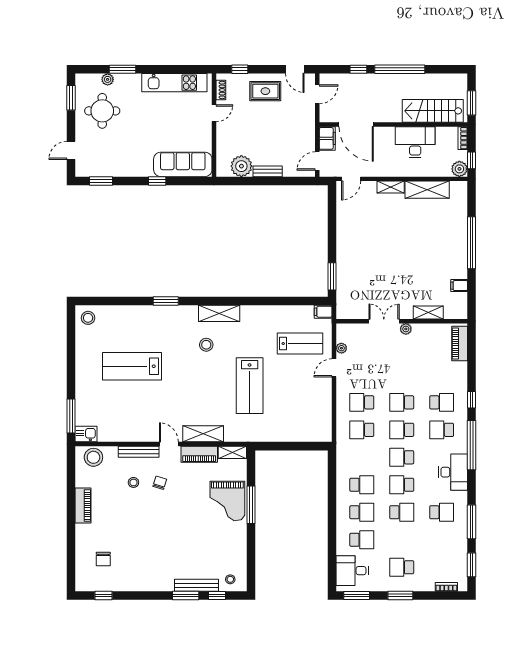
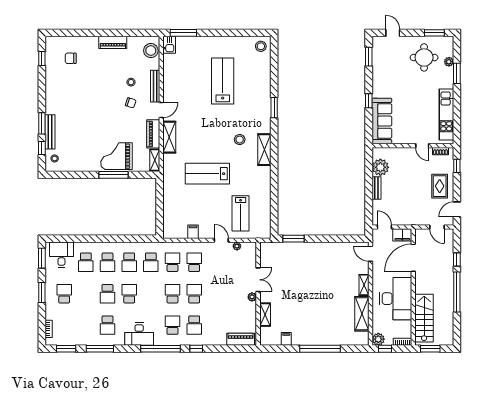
desk: (415, 142) -> (396, 299), width x1.36, depth x1.30
filing cabinet: (323, 312) -> (193, 232), moved
school desk: (402, 457) -> (151, 262), moved, turned 180

